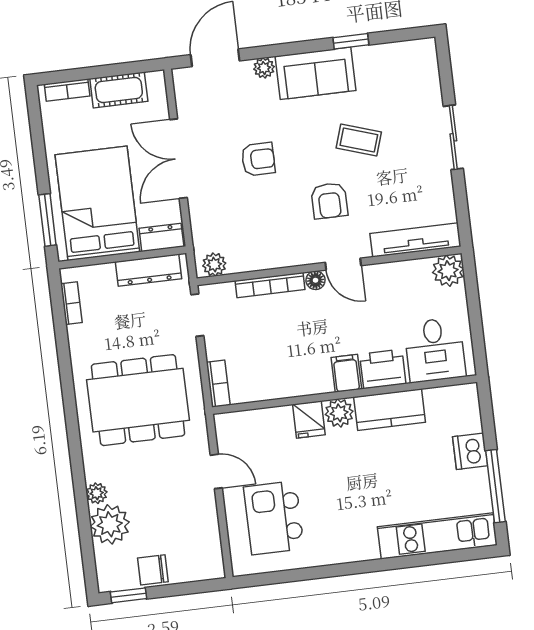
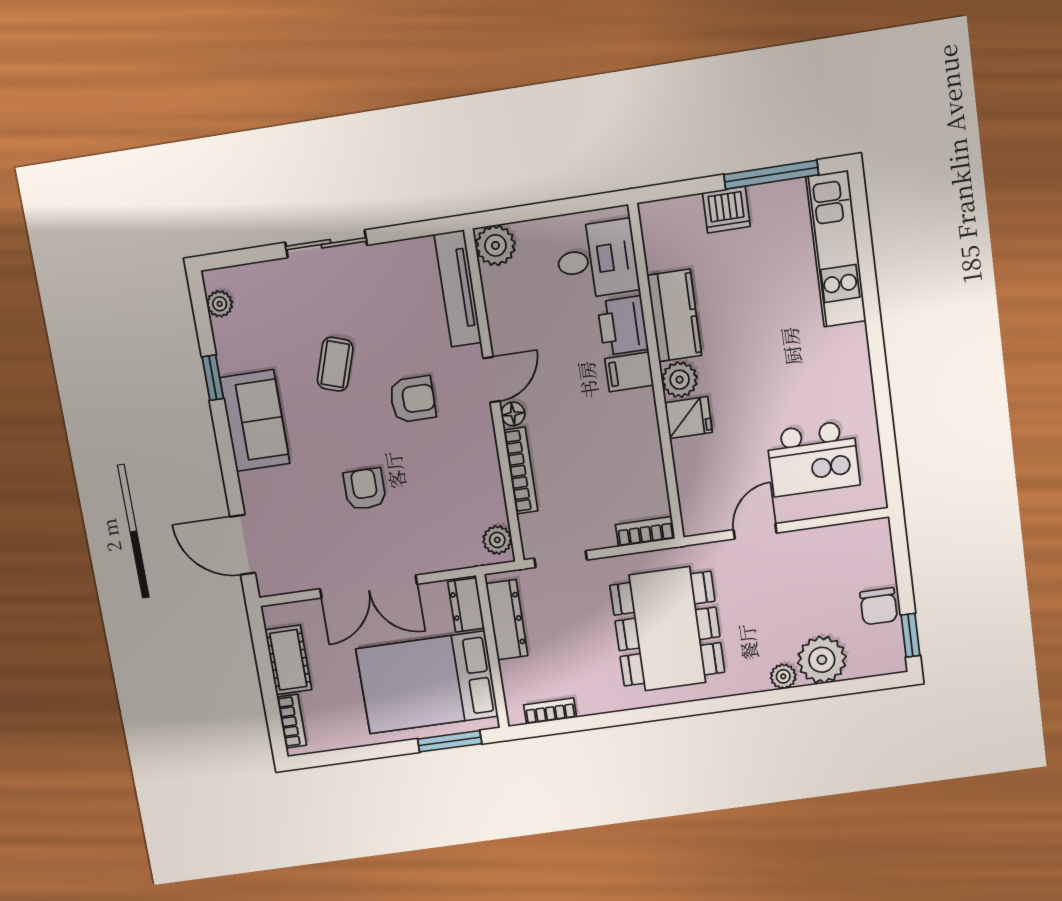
plant: (264, 68) -> (220, 304), moved

